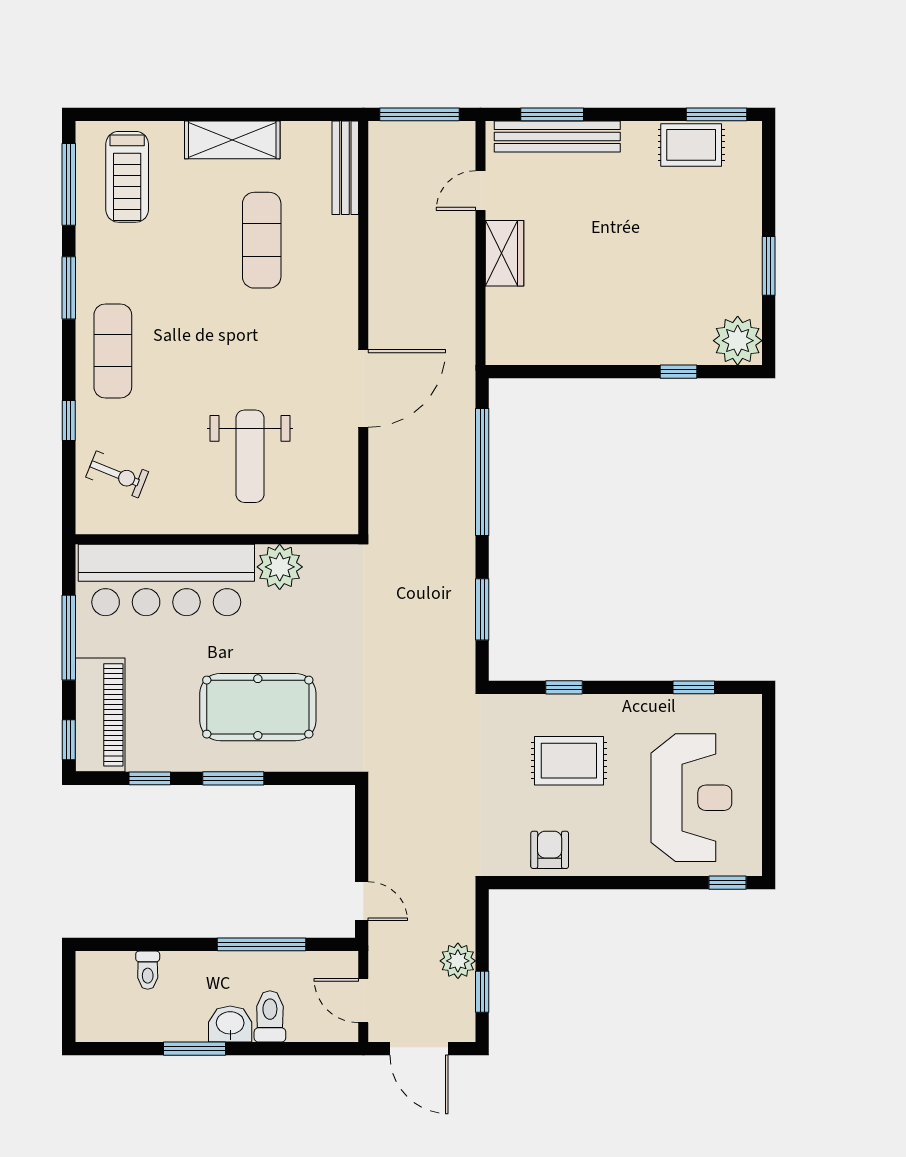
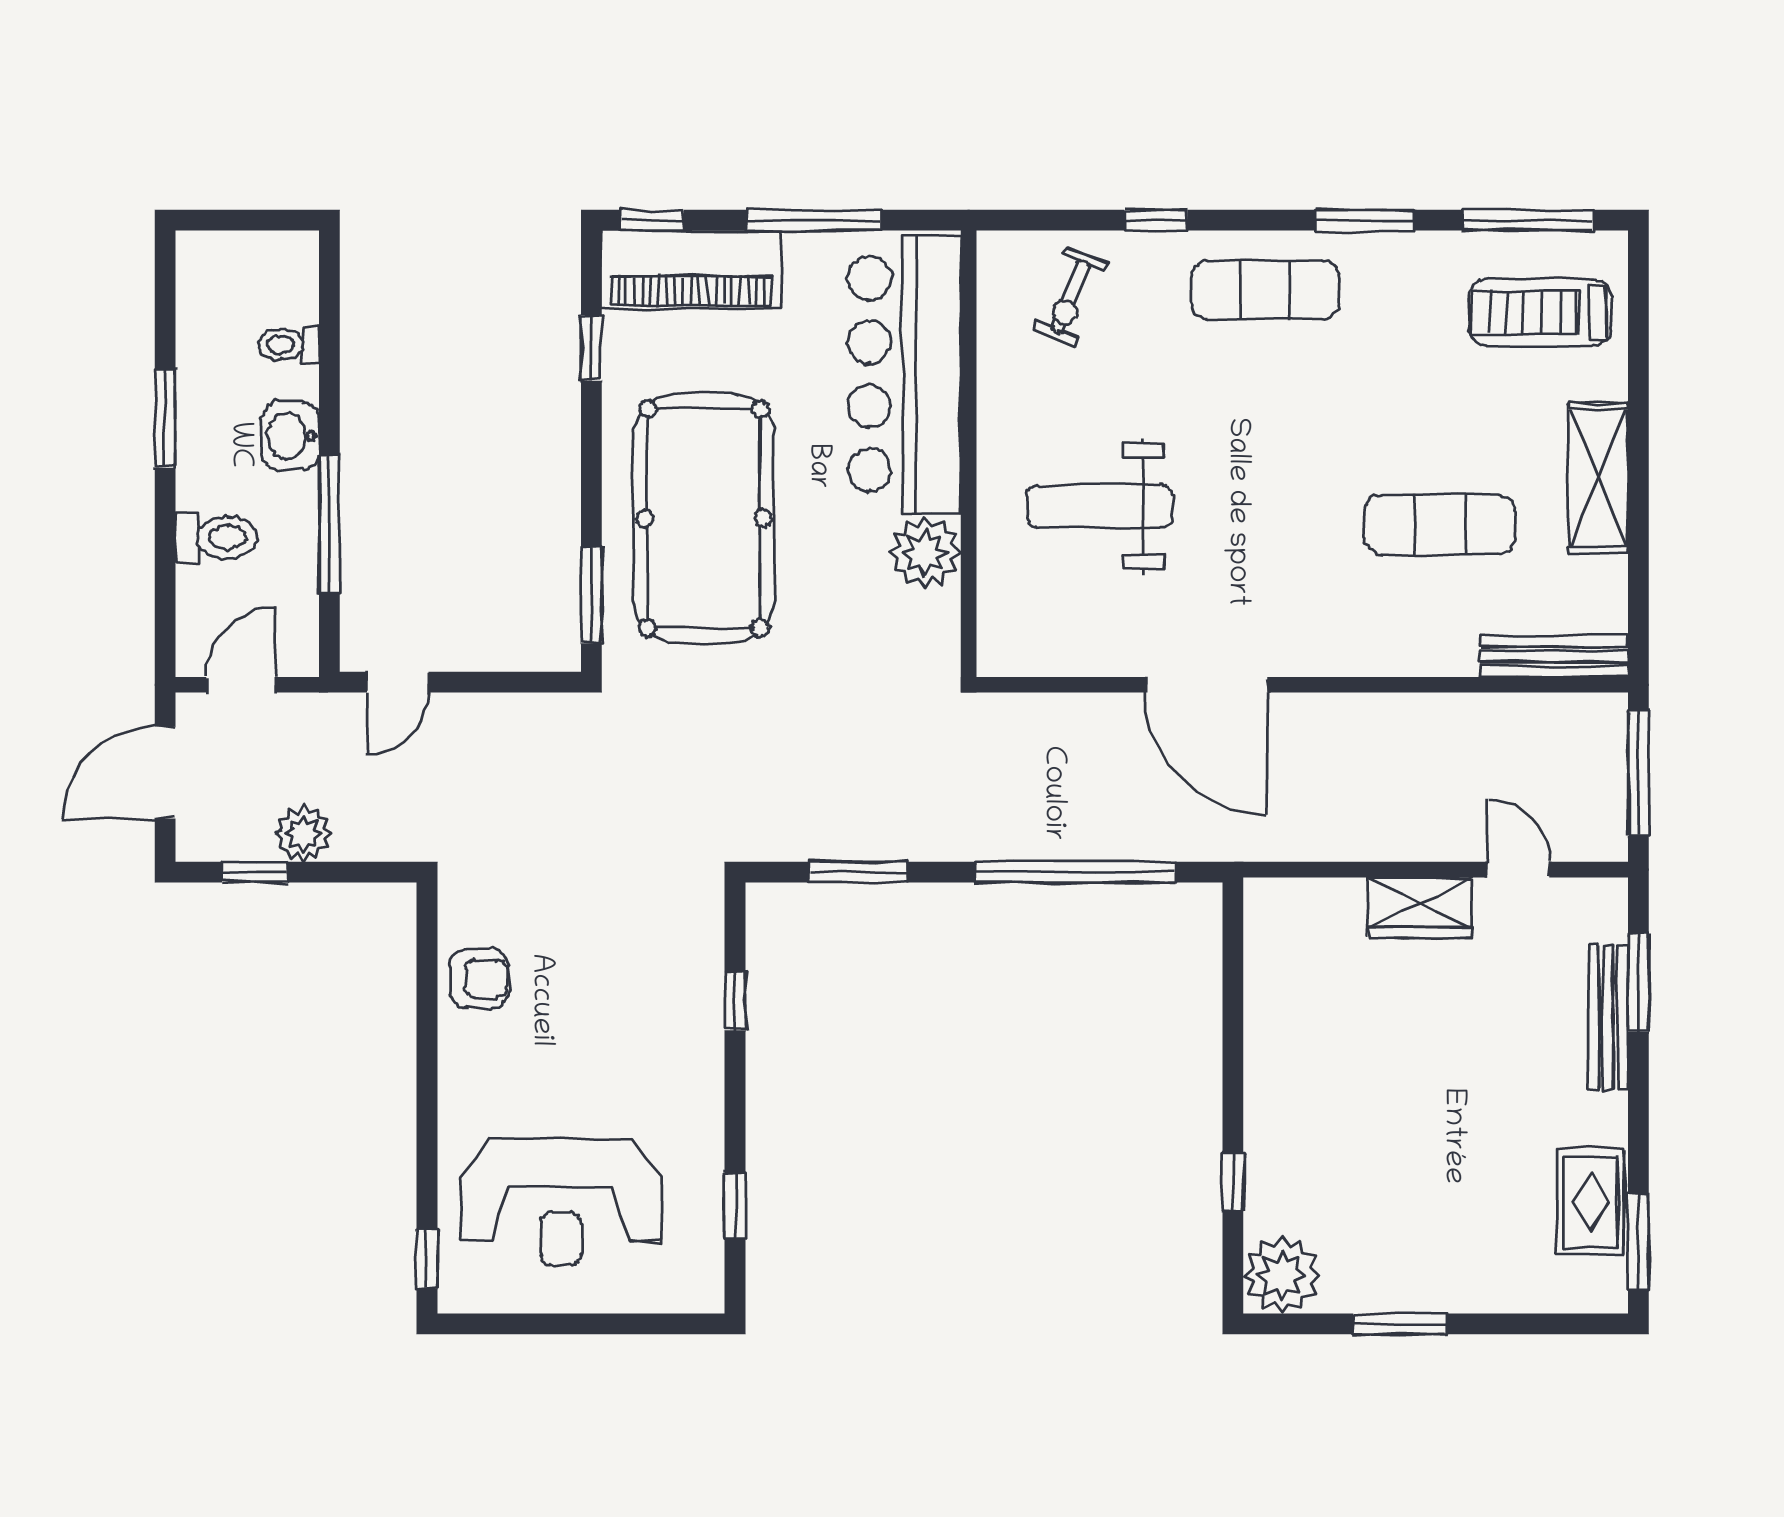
bench: (557, 136) -> (1608, 1017), width x0.73, depth x0.82
pool table: (258, 707) -> (704, 518), width x1.36, depth x1.32
rug: (569, 761) -> (619, 1009), removed
window: (233, 778) -> (591, 595), moved
washbasin: (230, 1024) -> (291, 436), moved, turned 180

